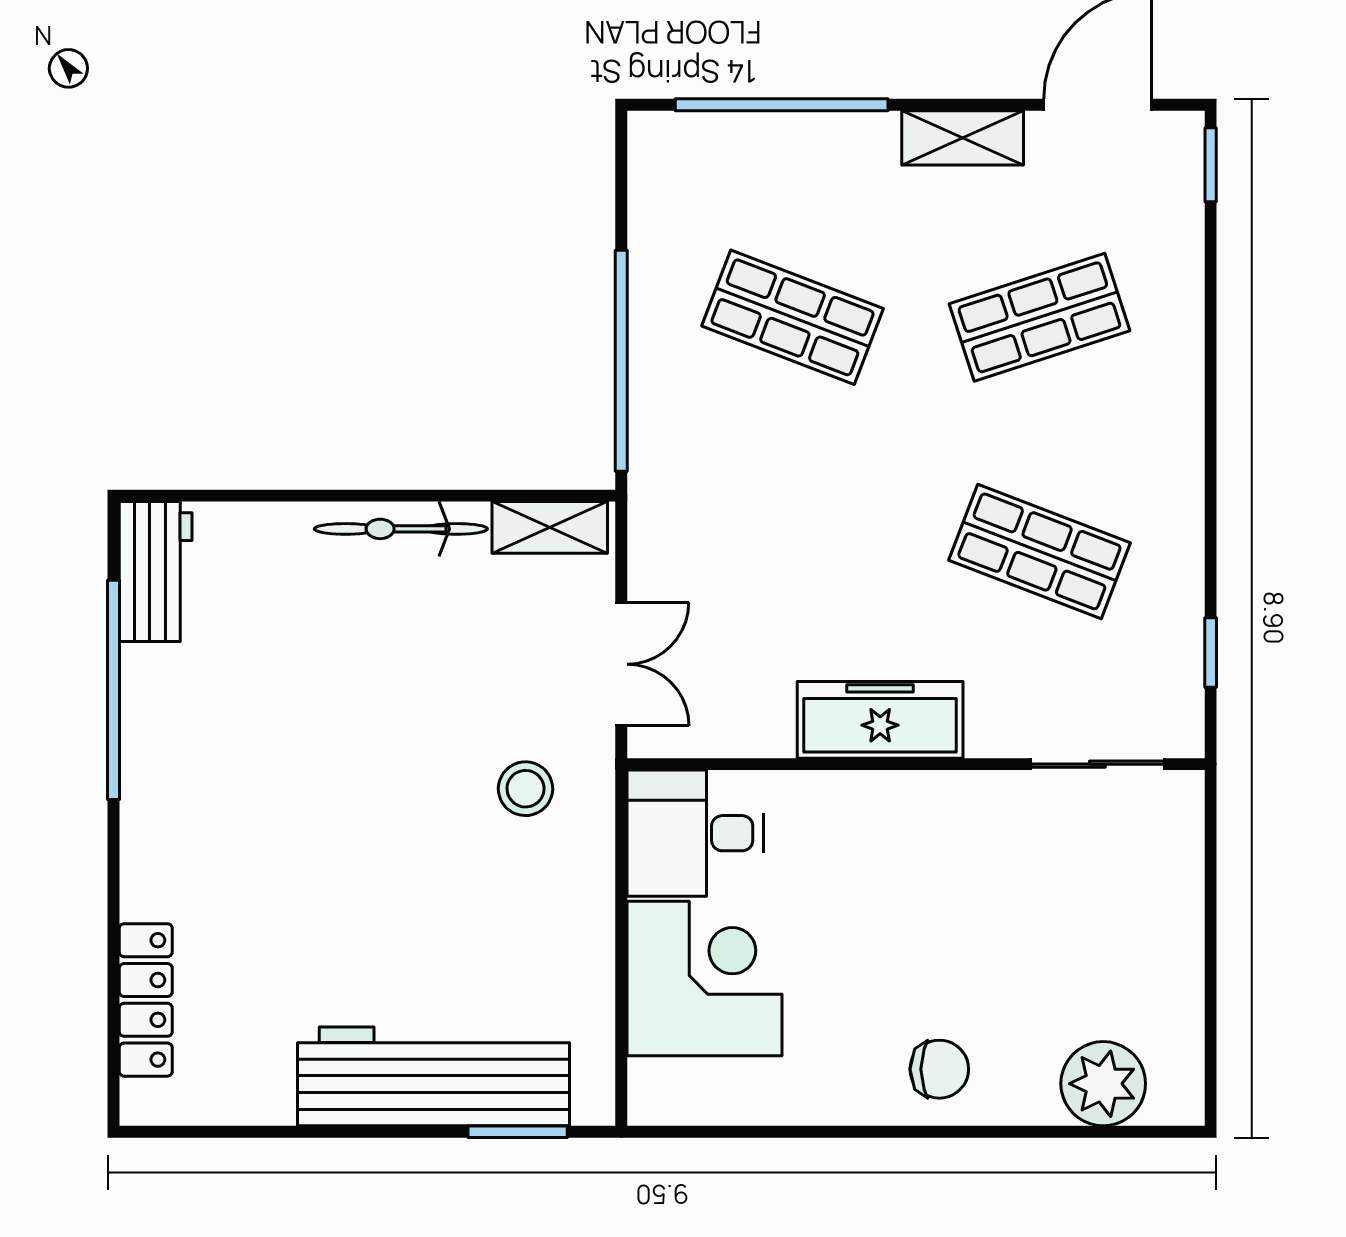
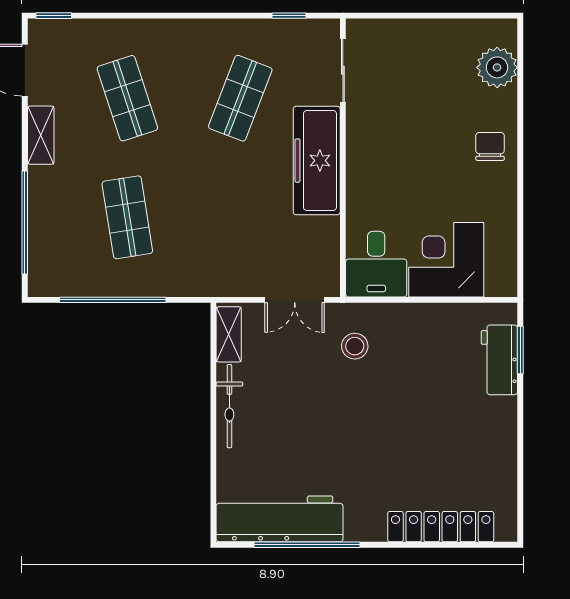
shop shelf: (793, 317) -> (127, 217), turned -30
window: (621, 361) -> (113, 300), moved
workbench: (156, 572) -> (280, 519), width x1.88, depth x1.32
double door: (621, 664) -> (295, 300), swing flipped
freezer: (880, 720) -> (317, 161), width x1.36, depth x1.26
locker: (146, 1000) -> (441, 527), width x1.41, depth x1.21
workbench: (434, 1076) -> (499, 360), width x0.53, depth x0.76

